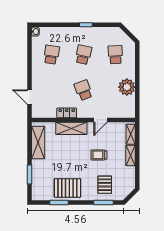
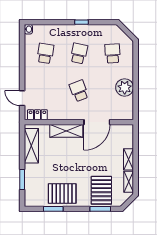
locker: (67, 113) -> (37, 115), moved
door: (101, 120) -> (97, 122), width x1.88
shelving: (131, 134) -> (129, 182), moved
trolley: (99, 155) -> (95, 159), removed
pallet: (105, 185) -> (101, 190), width x1.50, depth x1.42

